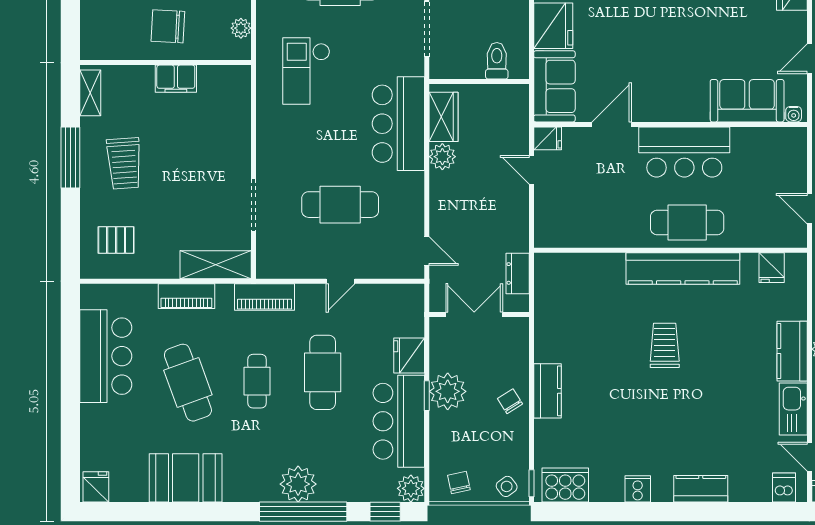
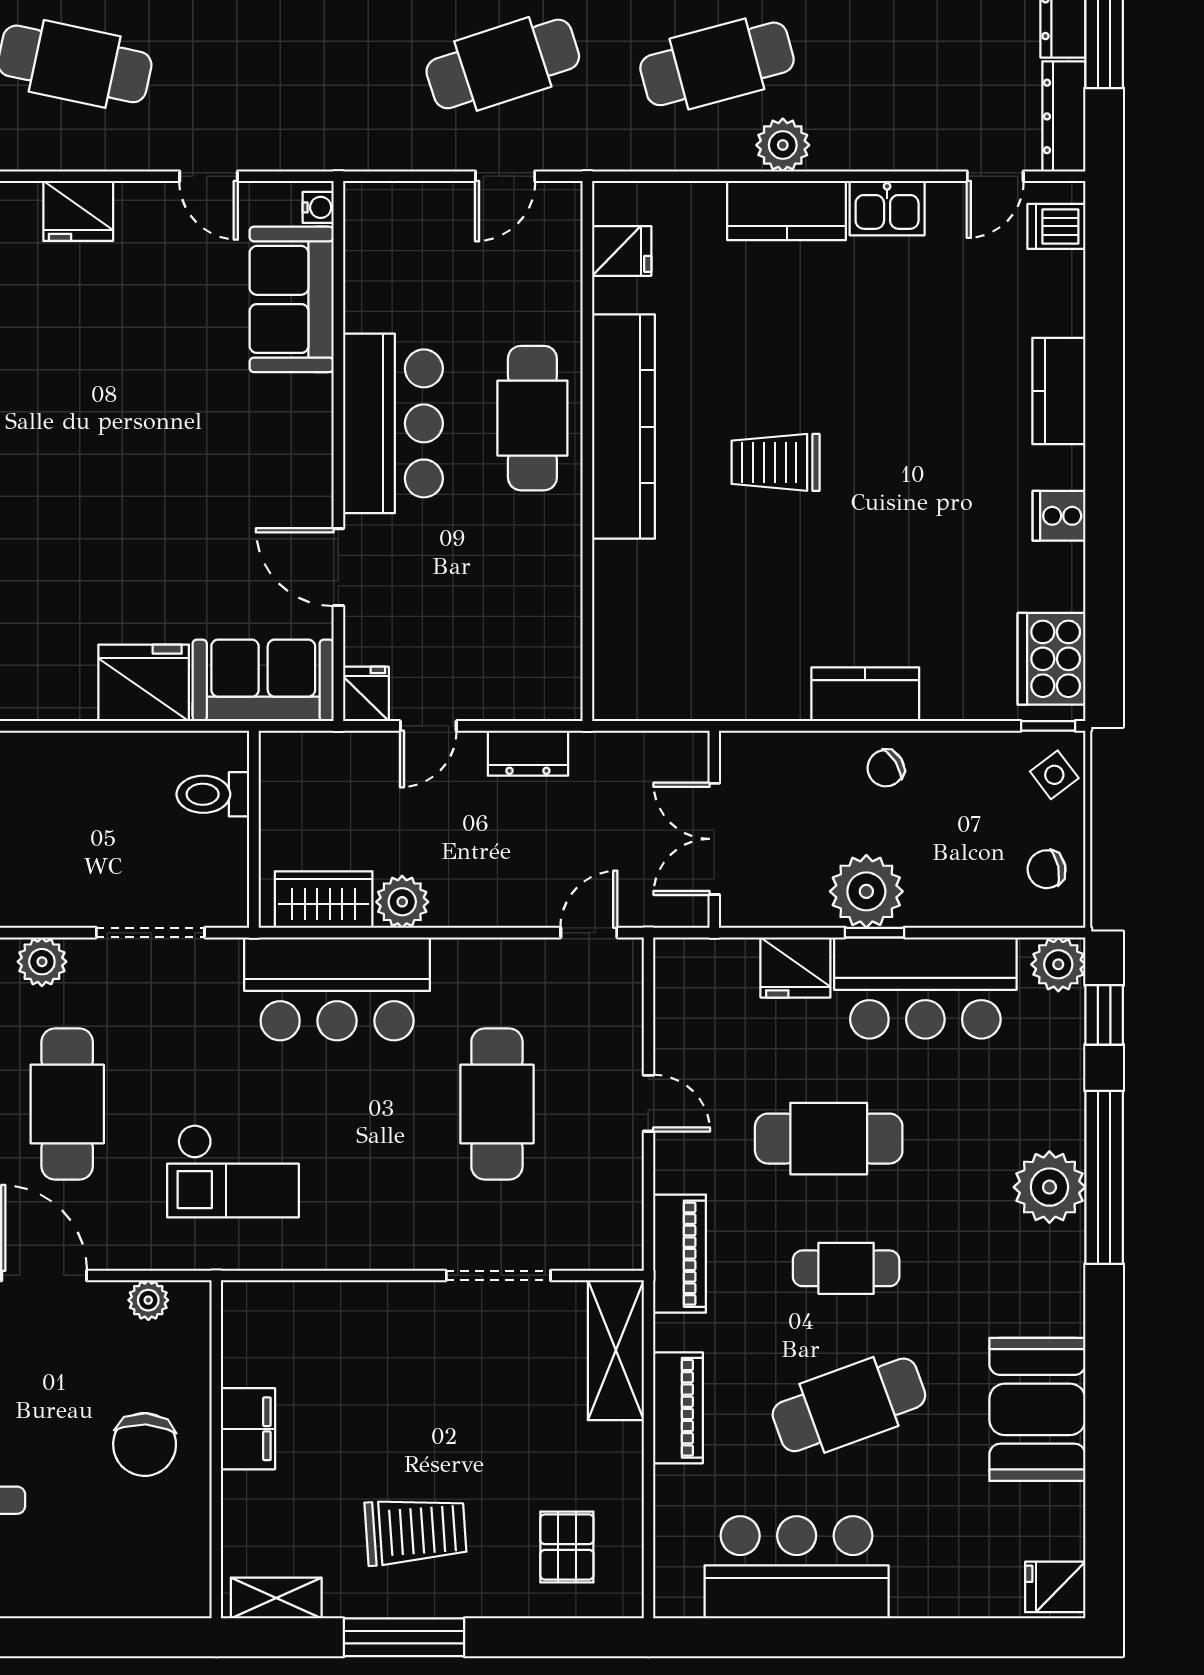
dresser: (518, 273) -> (528, 753), moved
kitchen sink: (793, 409) -> (887, 208), width x0.73

